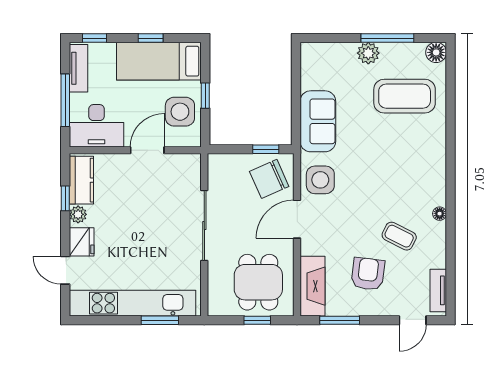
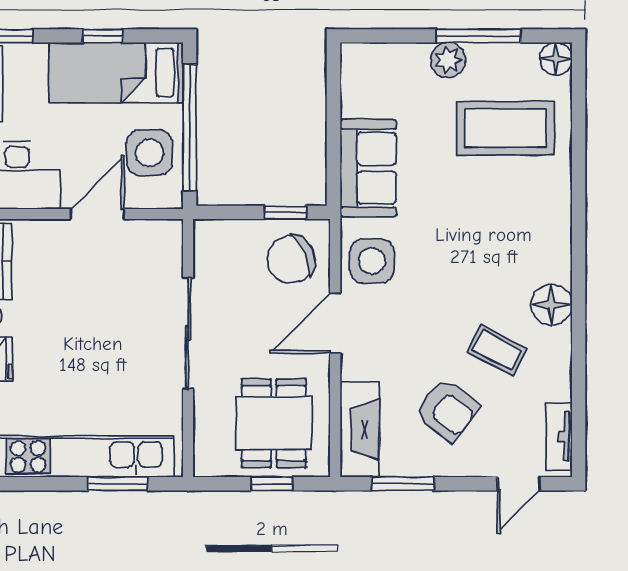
window: (205, 96) -> (190, 127), width x3.17
floor lamp: (440, 214) -> (552, 305), width x1.89, depth x1.89
armchair: (368, 274) -> (448, 410), turned 121

